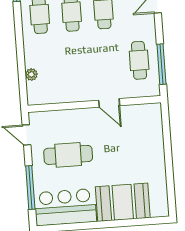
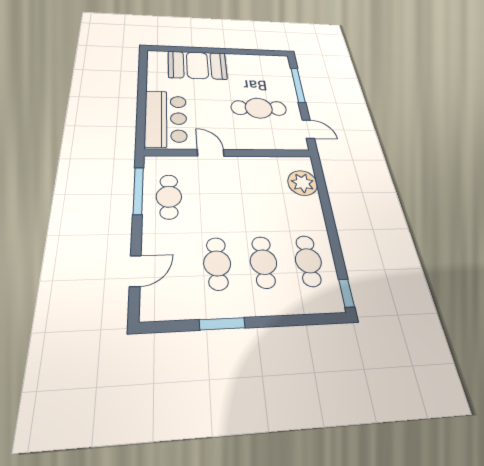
plant: (31, 74) -> (303, 183), width x1.87, depth x1.87
bar counter: (65, 207) -> (166, 118), moved, turned -90

